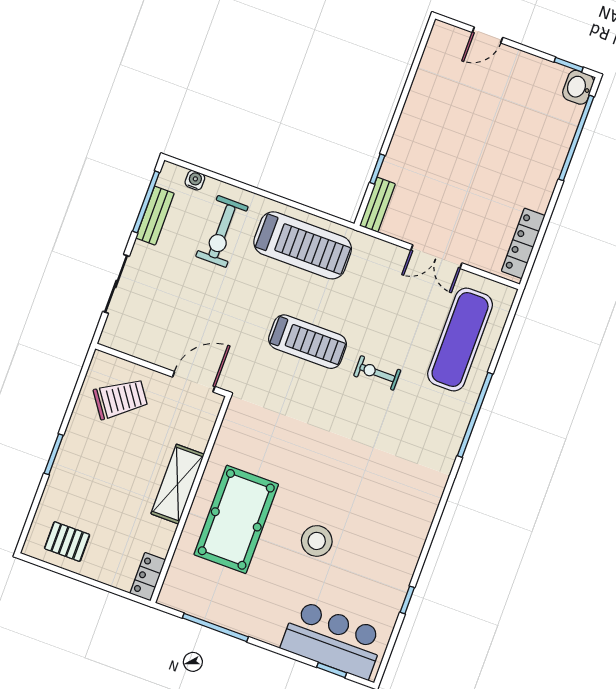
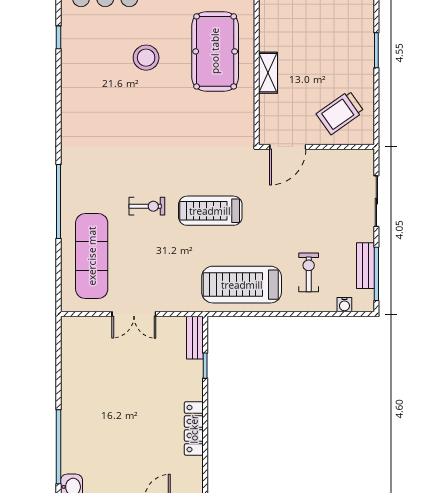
exercise bike: (222, 231) -> (309, 272), width x0.73, depth x0.72
locker: (523, 243) -> (194, 429), moved, turned 180
double door: (436, 257) -> (134, 314), swing flipped
shelving: (178, 484) -> (268, 73), width x0.67, depth x0.75

